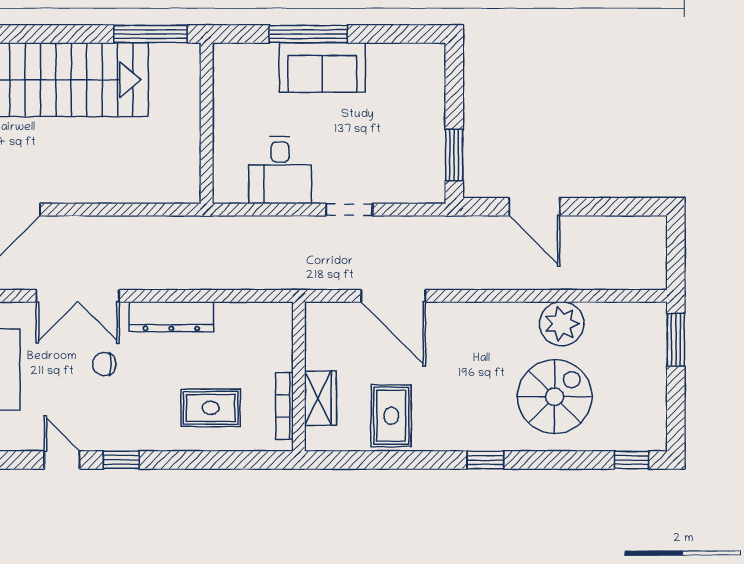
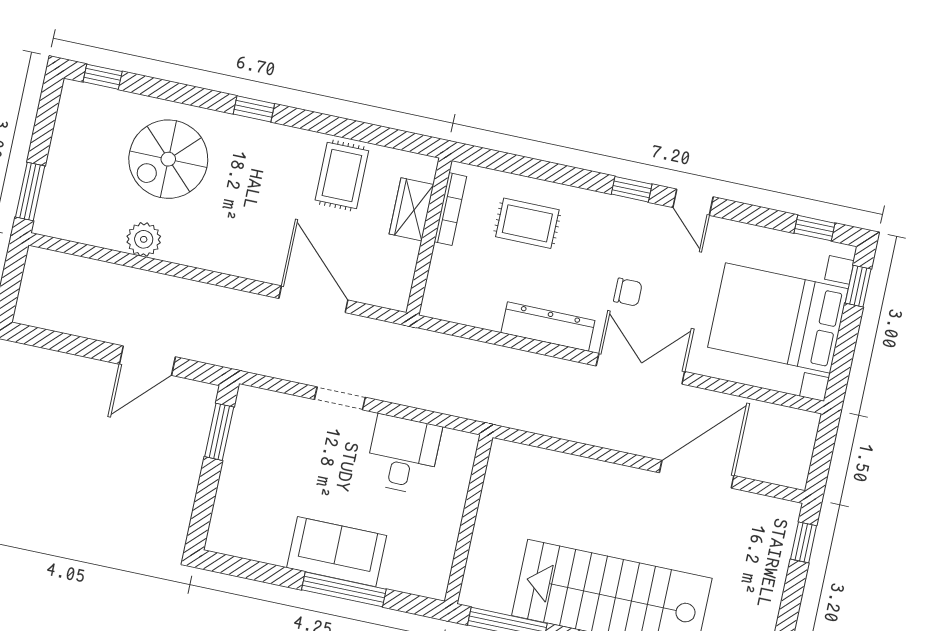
door: (534, 207) -> (147, 361), swing flipped
plant: (562, 324) -> (144, 239), width x0.73, depth x0.73

